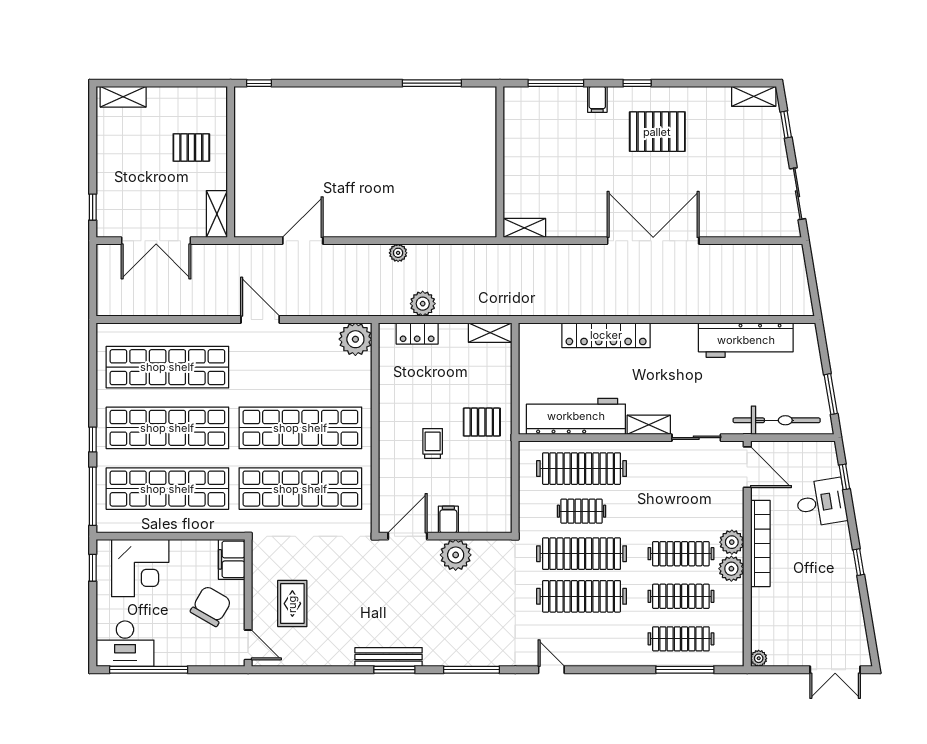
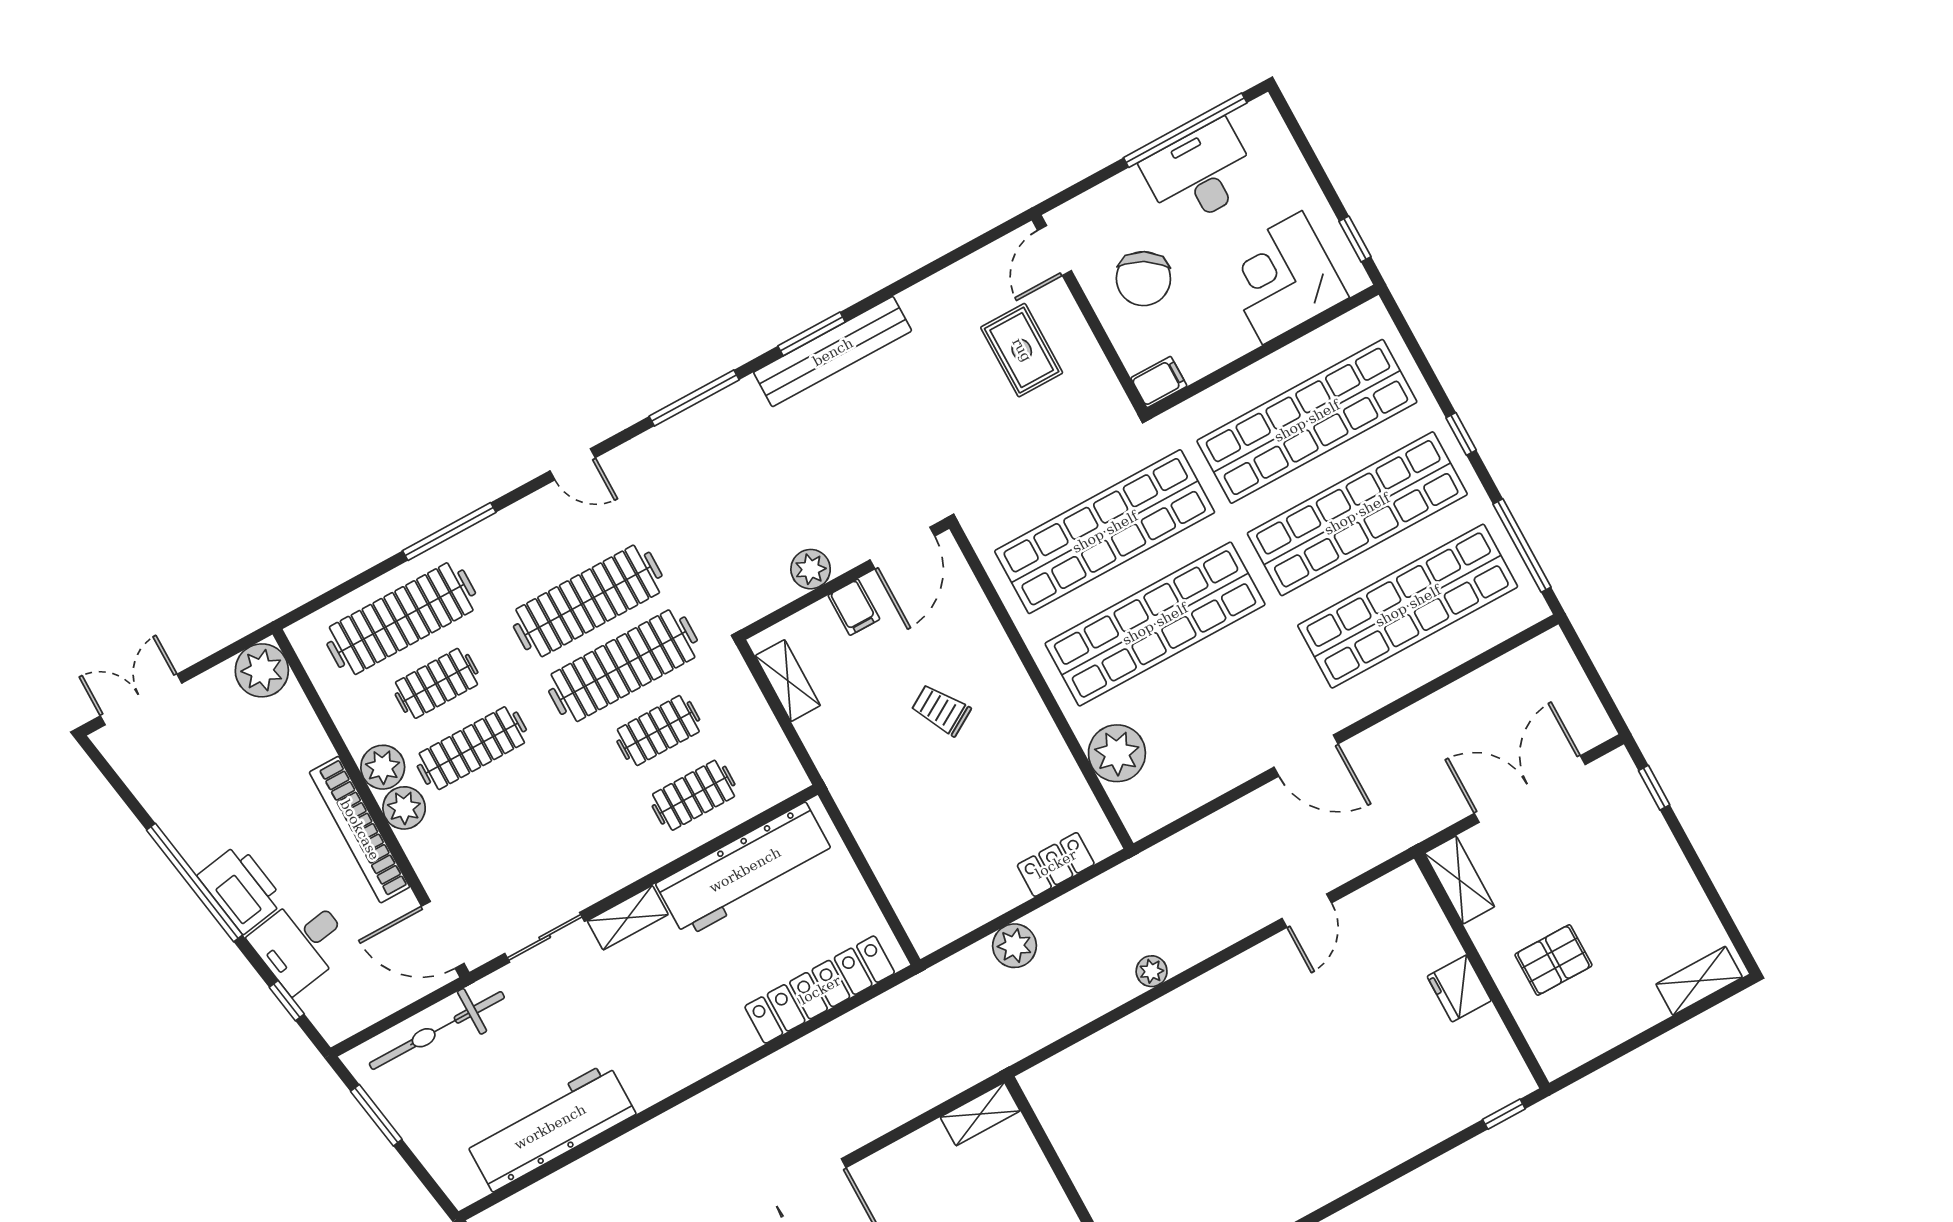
fridge: (247, 159) -> (1459, 989), added
door: (303, 241) -> (1307, 911), width x0.73
plant: (423, 304) -> (1014, 946), moved
shelving: (490, 333) -> (788, 681), moved, turned 90
locker: (606, 335) -> (820, 990), moved
plant: (355, 339) -> (1117, 753), moved
pallet: (482, 422) -> (884, 783), removed
trolley: (433, 443) -> (941, 710), turned 149
clothes rail: (582, 469) -> (694, 795), width x0.54, depth x0.76
window: (93, 496) -> (1522, 546), moved
printer: (837, 546) -> (241, 889), added
plant: (456, 555) -> (811, 569), width x0.73, depth x0.73
filing cabinet: (232, 559) -> (1159, 382), width x0.50
window: (859, 562) -> (195, 883), width x3.17
clothes rail: (681, 596) -> (437, 683), width x0.73
clothes rail: (681, 639) -> (401, 619), width x1.37, depth x1.31
desk: (125, 644) -> (1200, 174), moved
door: (248, 645) -> (1054, 250), hinge flipped
bench: (389, 657) -> (833, 352), width x1.37, depth x1.21
plant: (759, 658) -> (262, 670), width x1.88, depth x1.88
window: (685, 670) -> (449, 532), moved

